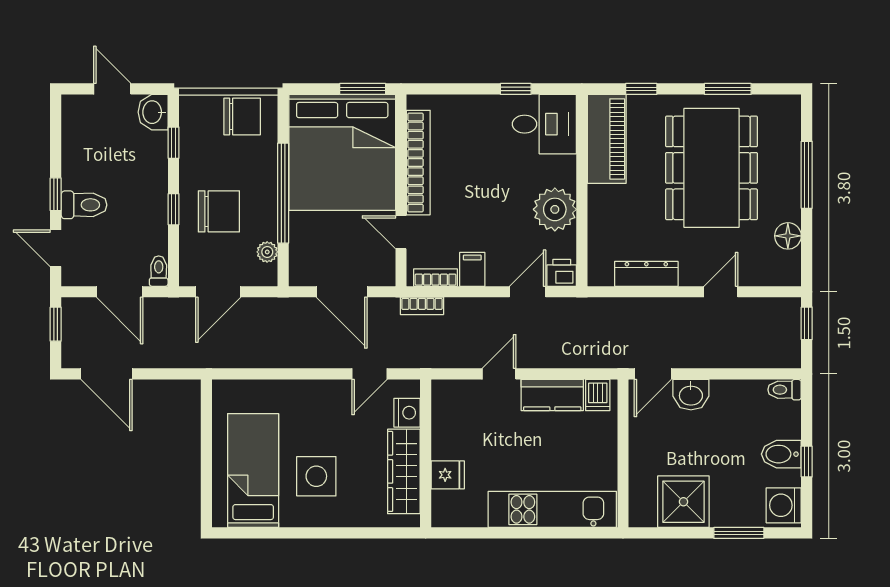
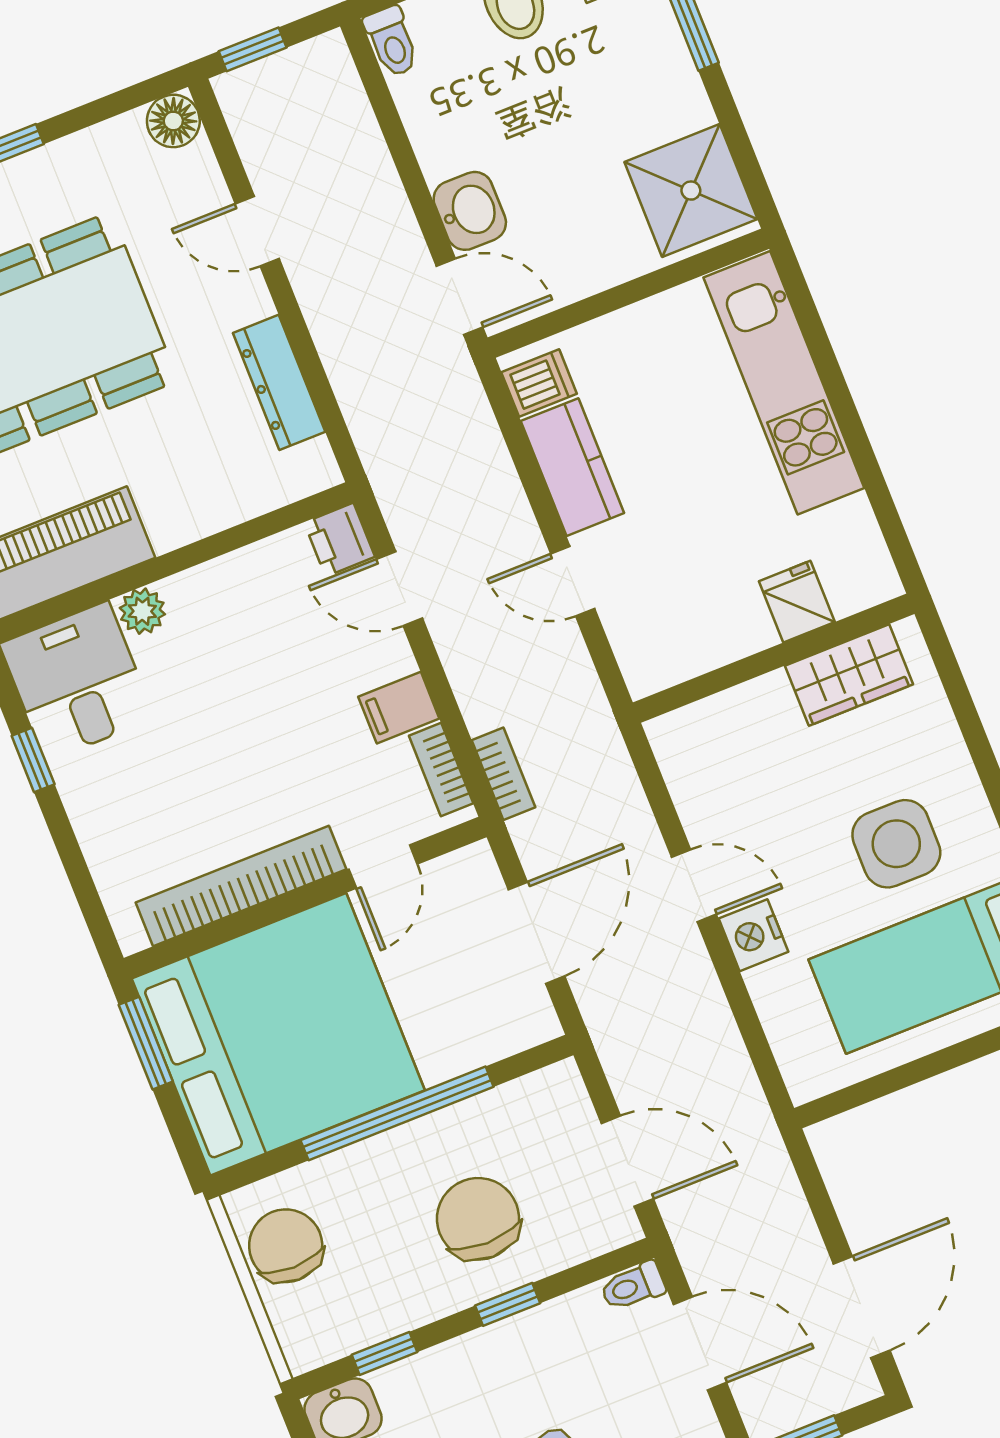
plant: (555, 209) -> (142, 611), moved, width x0.53, depth x0.53
floor lamp: (788, 236) -> (173, 121), moved
plant: (267, 252) -> (518, 1100), removed
door: (120, 292) -> (700, 1343), hinge flipped
door: (369, 374) -> (694, 886), moved
nightstand: (407, 413) -> (753, 935), moved, turned -90
wardrobe: (404, 471) -> (849, 675), width x0.67
shower: (683, 502) -> (691, 191), moved

